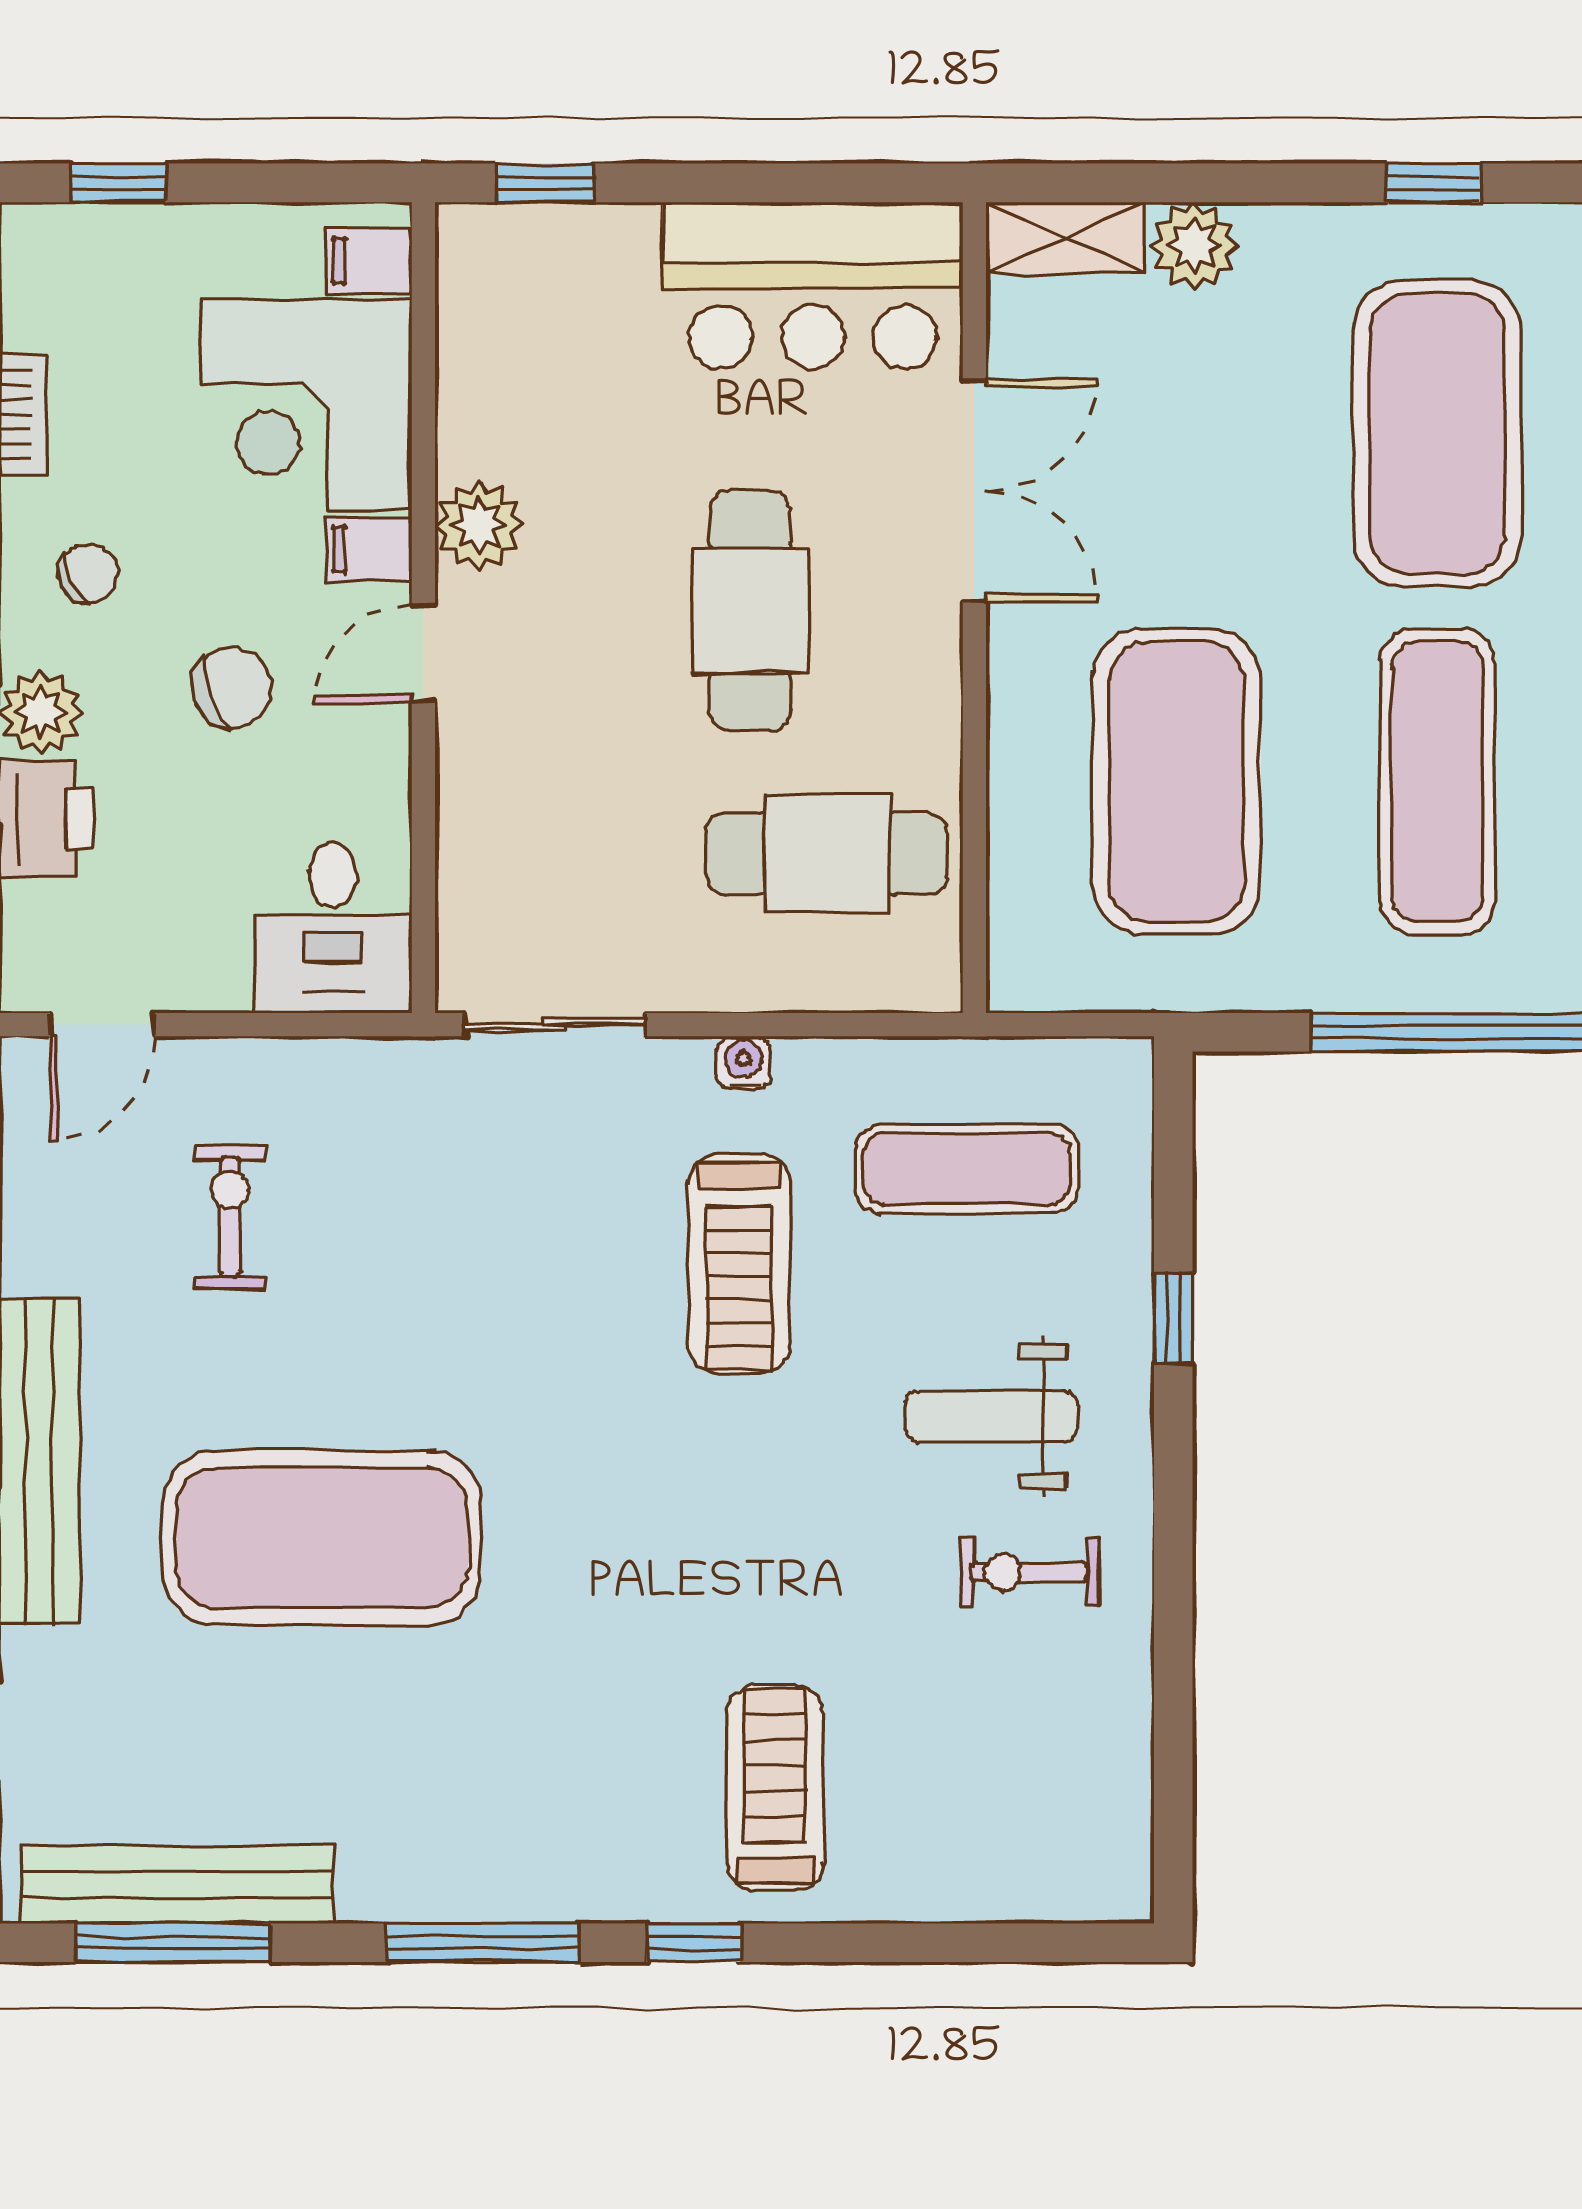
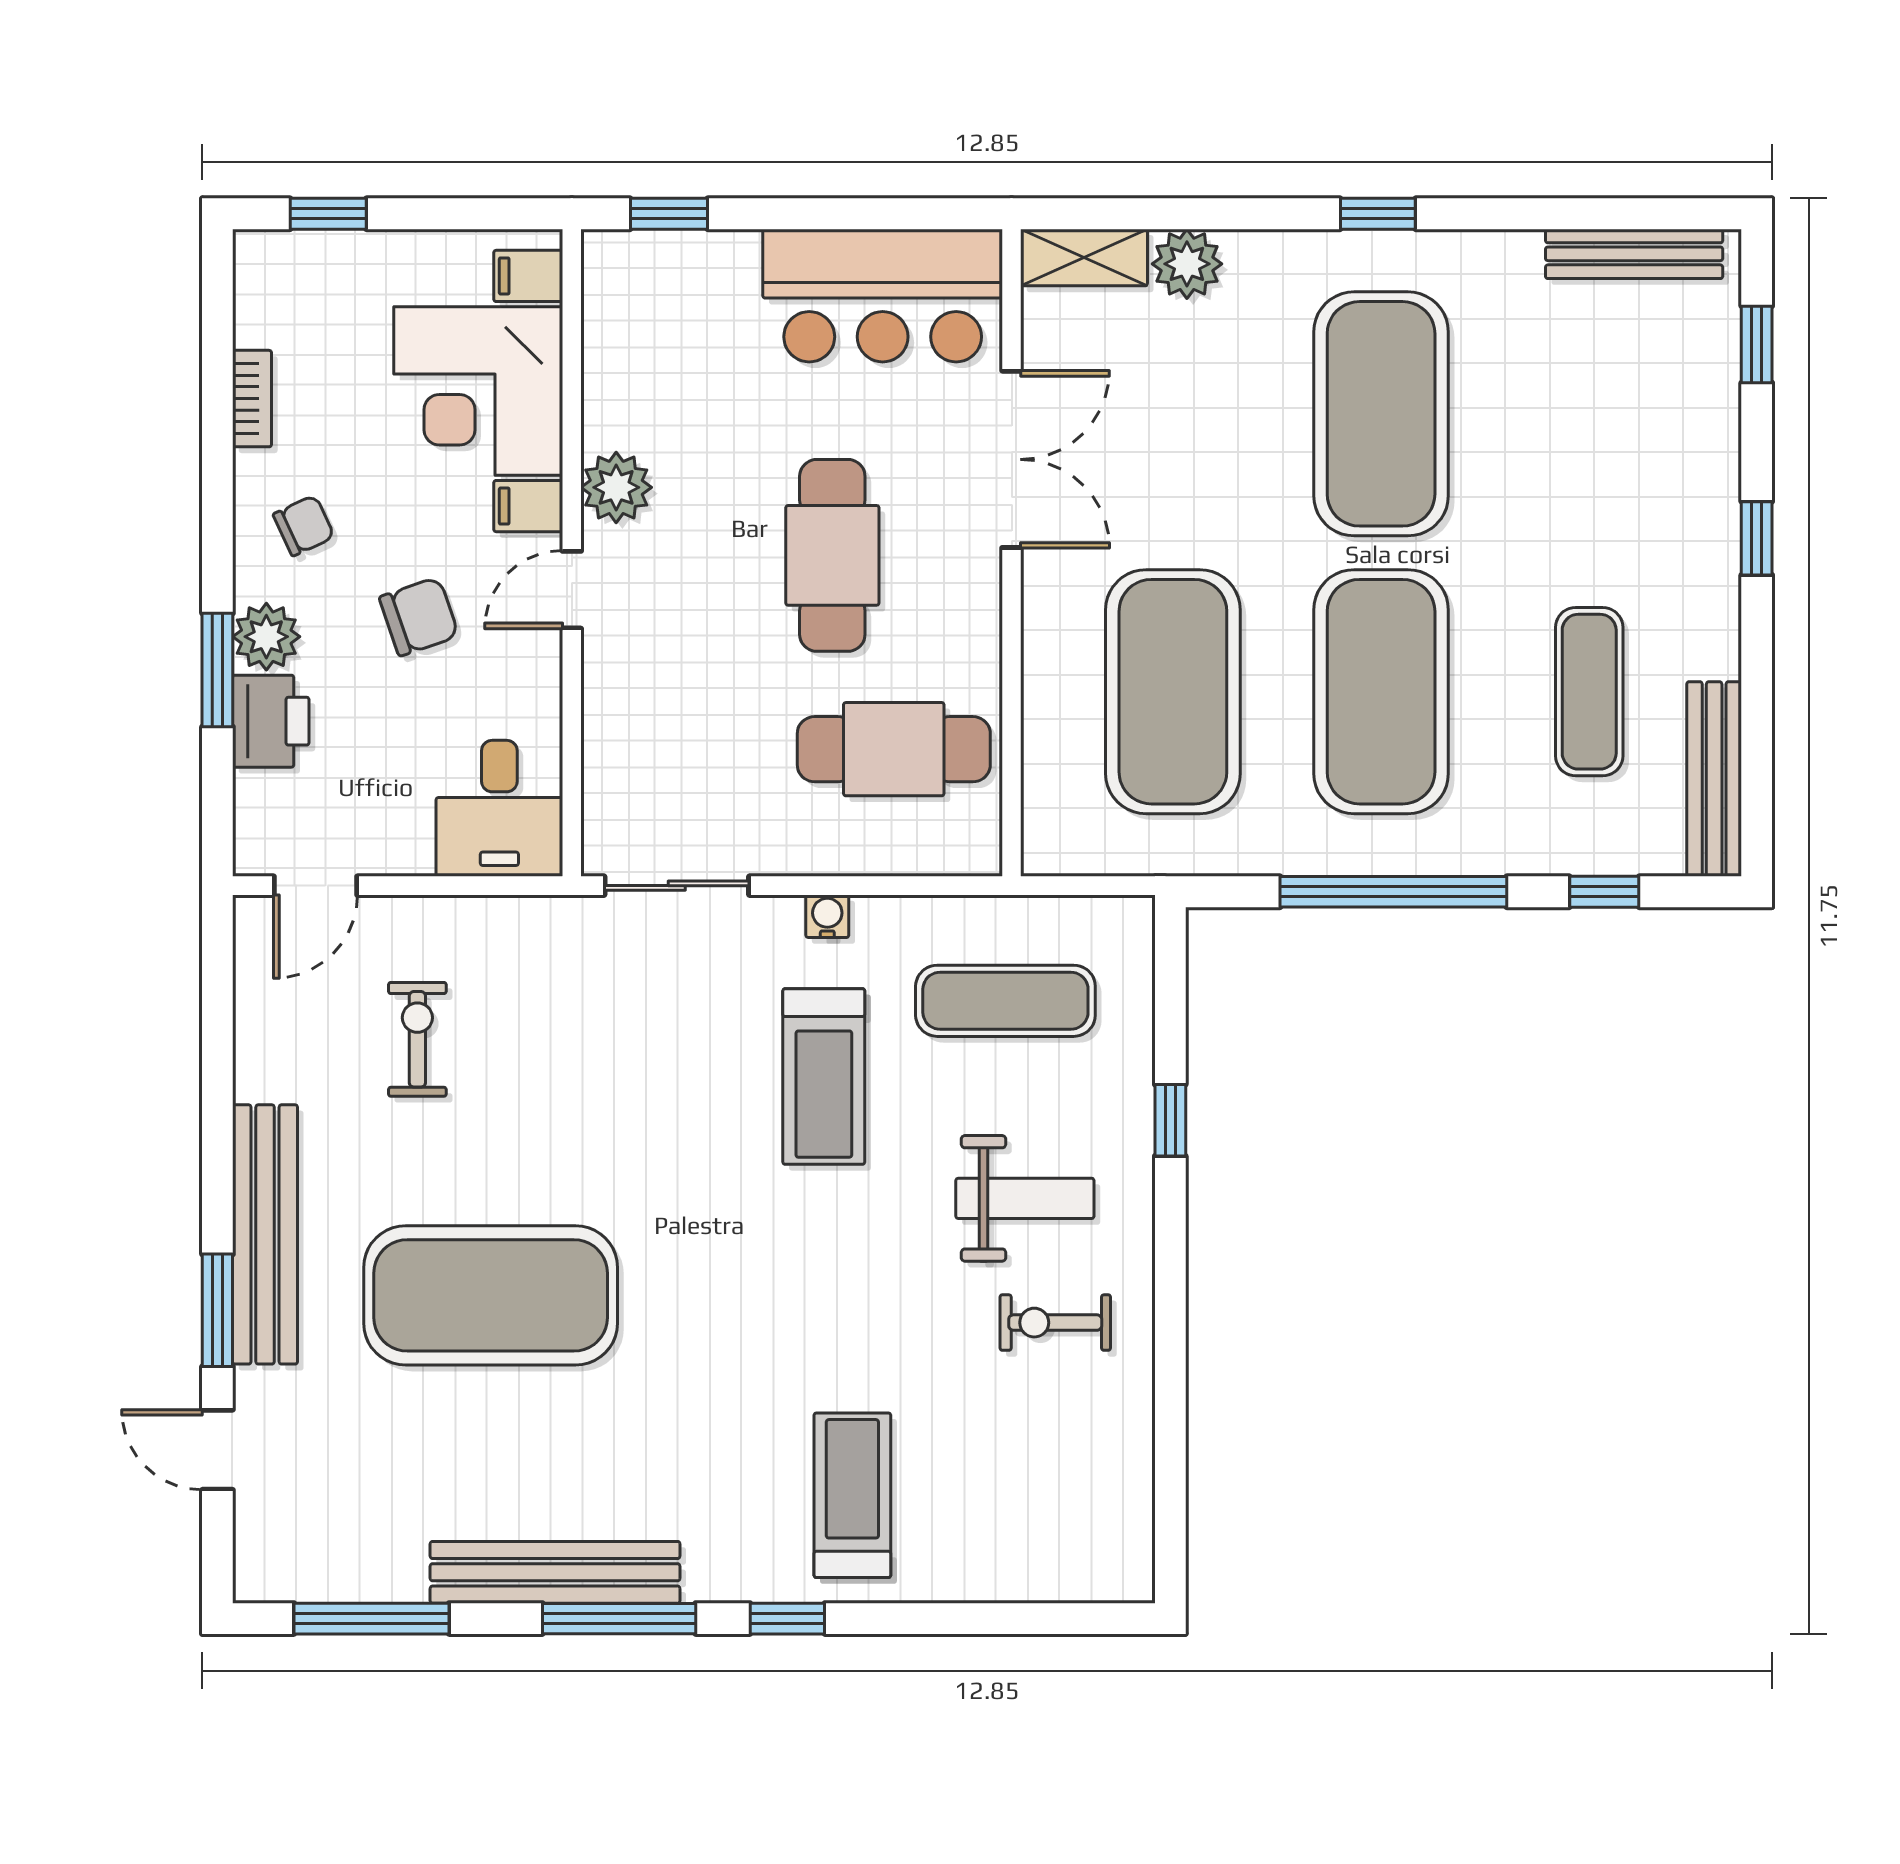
exercise mat: (1437, 782) -> (1381, 692), width x1.47
weight bench: (991, 1416) -> (1025, 1198), turned 180
bench: (176, 1885) -> (555, 1572), moved

